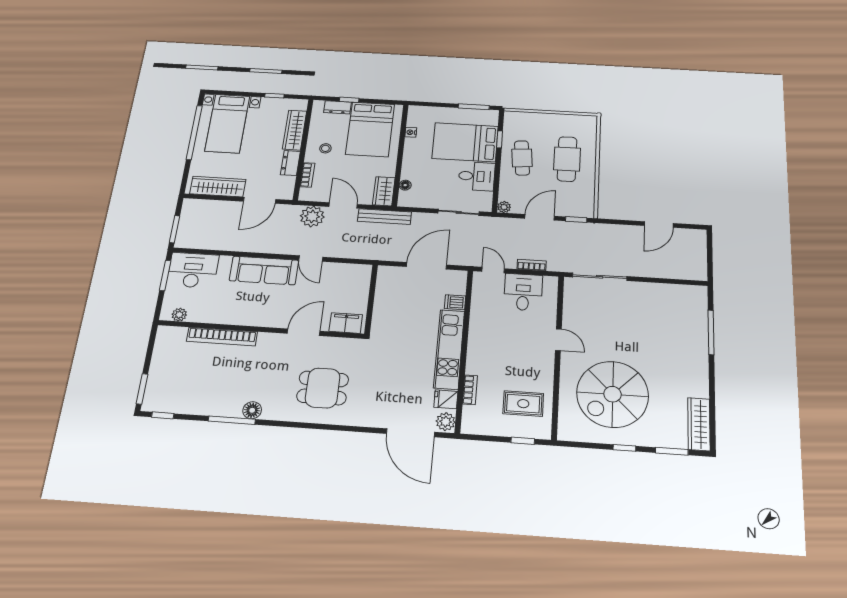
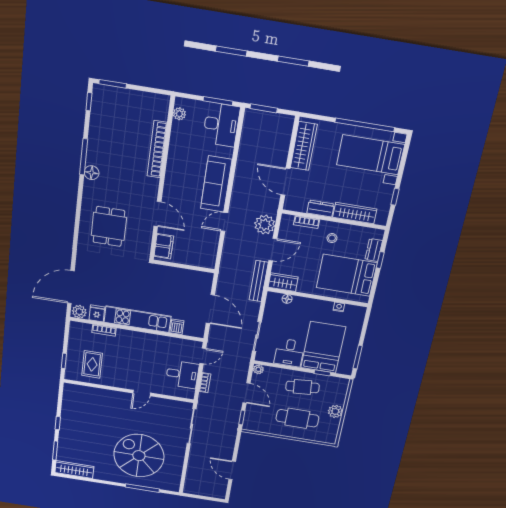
plant: (551, 121) -> (335, 411), added
spiral stairs: (613, 394) -> (139, 456), moved

